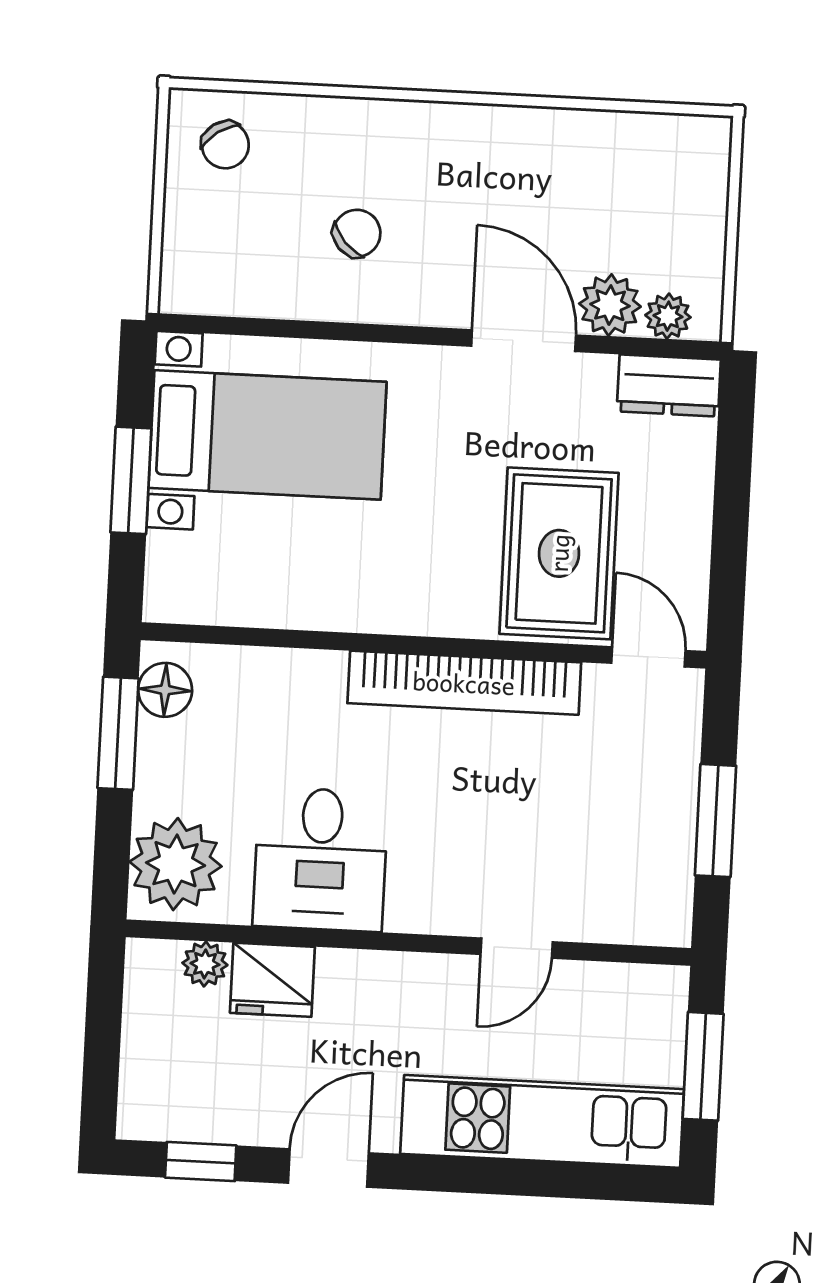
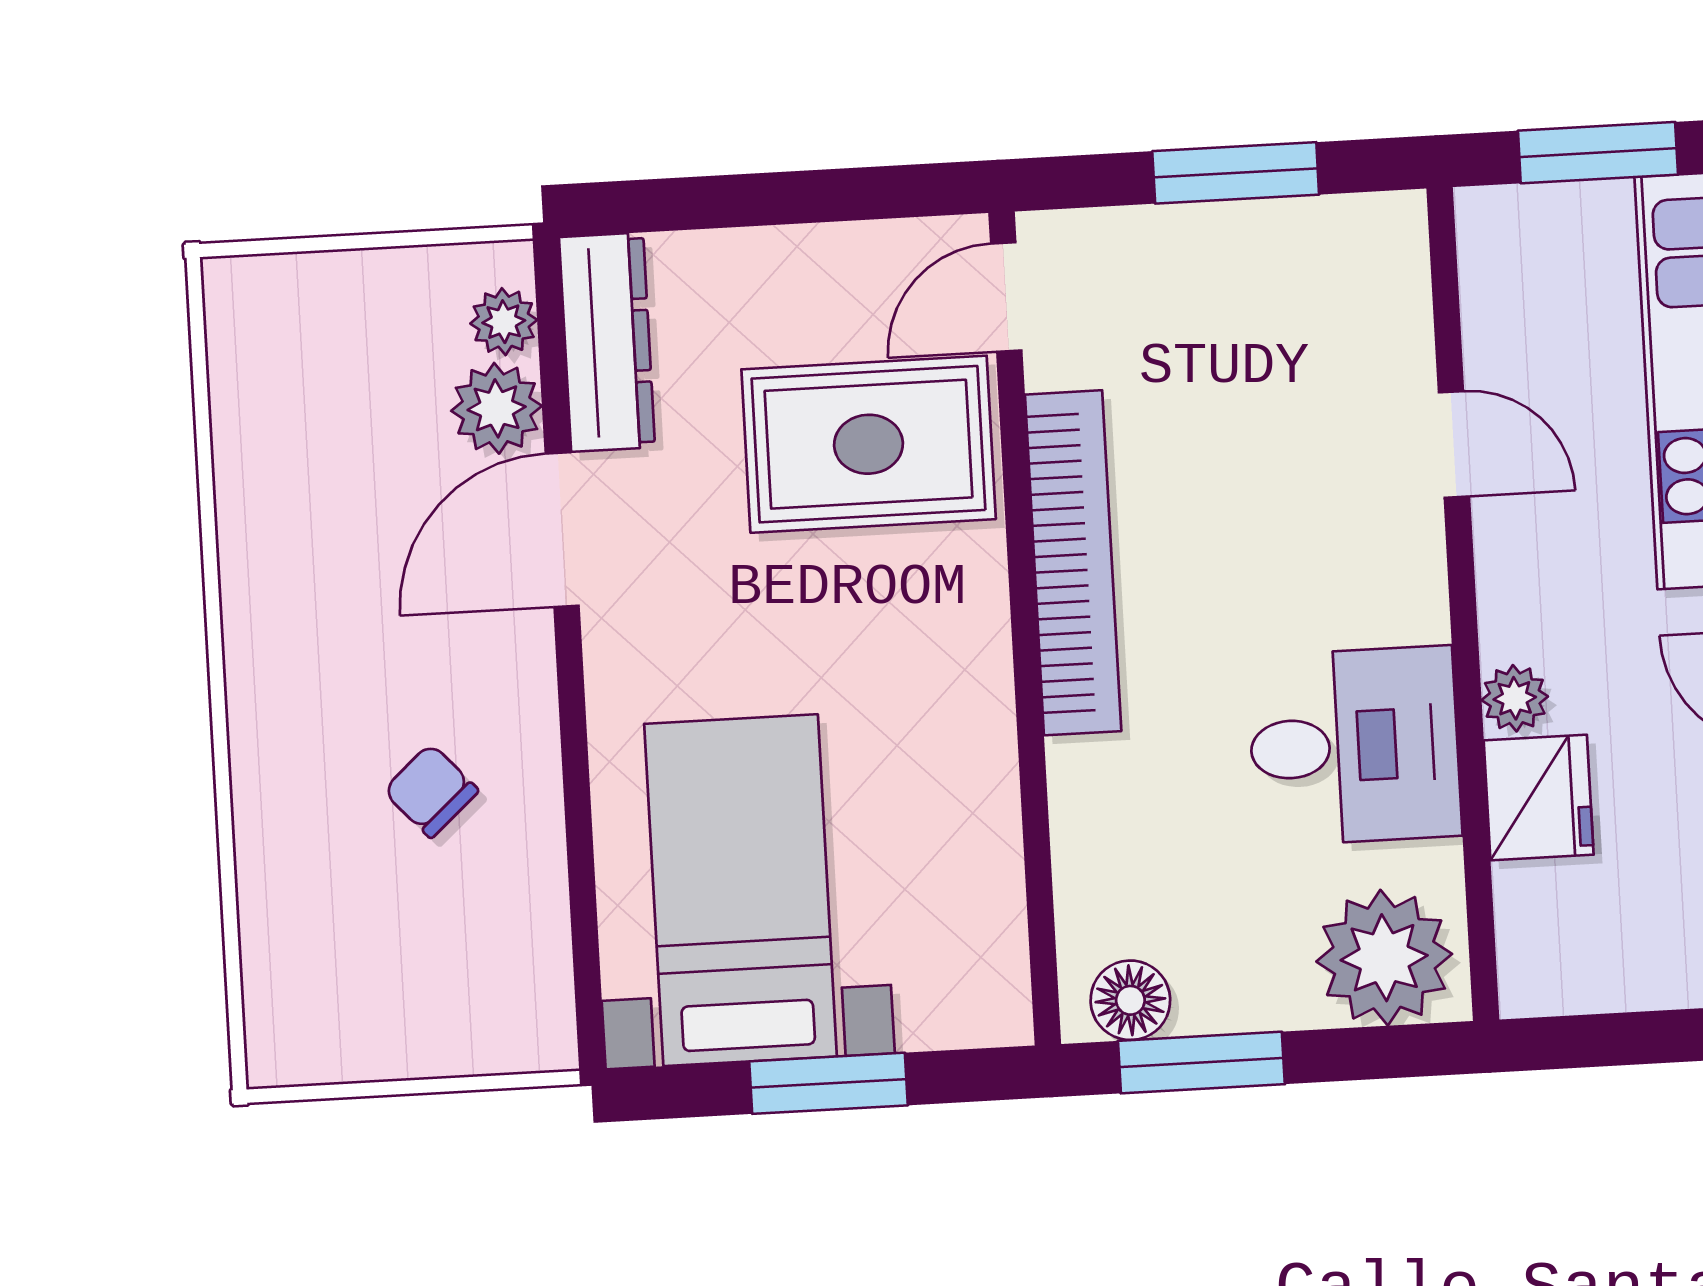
chair: (225, 145) -> (322, 997), removed
dresser: (669, 386) -> (607, 342), width x1.44
plant: (205, 964) -> (1515, 698), moved

